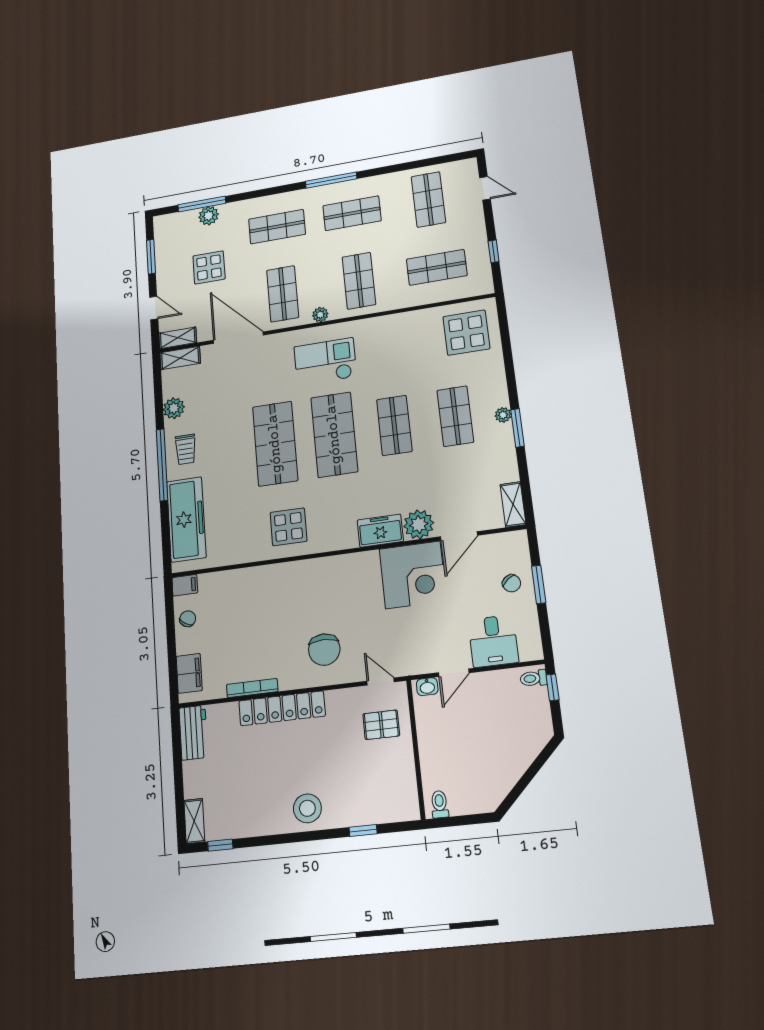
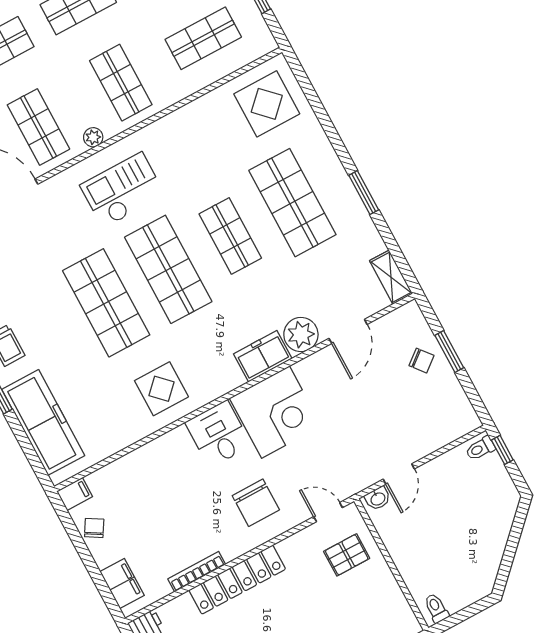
plant: (503, 415) -> (343, 183), removed
shop shelf: (455, 416) -> (292, 203), width x1.43, depth x1.36
corner desk: (413, 575) -> (276, 412), moved
desk: (493, 641) -> (218, 434), moved, turned 180

